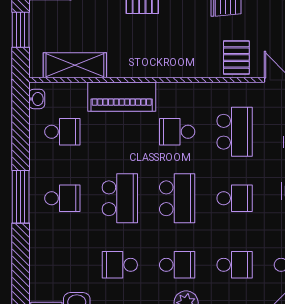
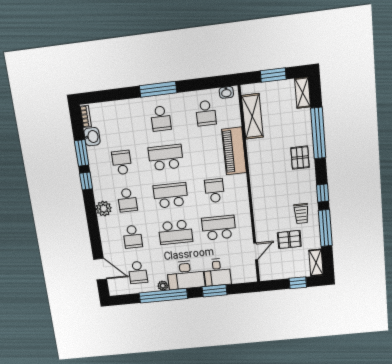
pallet: (236, 58) -> (289, 239), moved
school desk: (235, 132) -> (219, 228), turned 180
school desk: (120, 198) -> (166, 157), turned 180
school desk: (177, 198) -> (171, 195), turned 180
school desk: (235, 198) -> (175, 232), width x1.85

